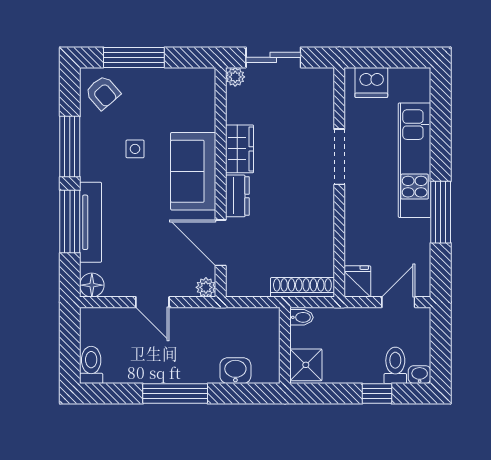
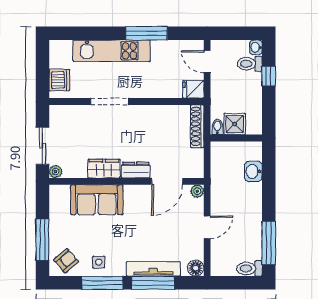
side table: (135, 149) -> (99, 262), moved
sofa: (193, 171) -> (97, 200), moved
shower: (306, 365) -> (235, 124), moved
window: (175, 394) -> (269, 243), moved

